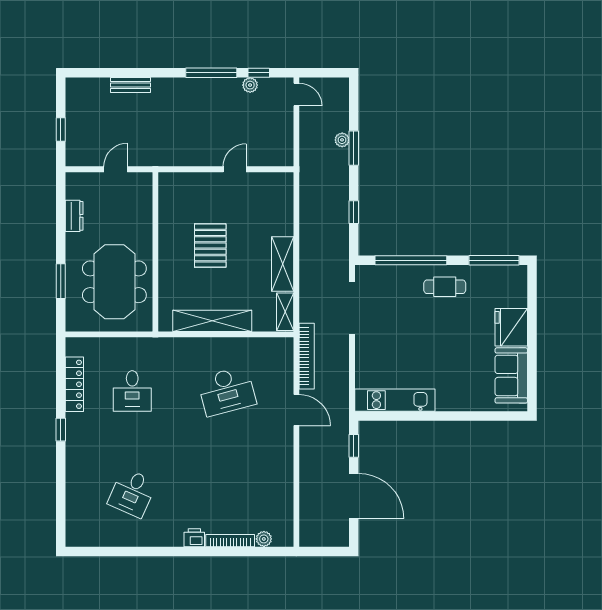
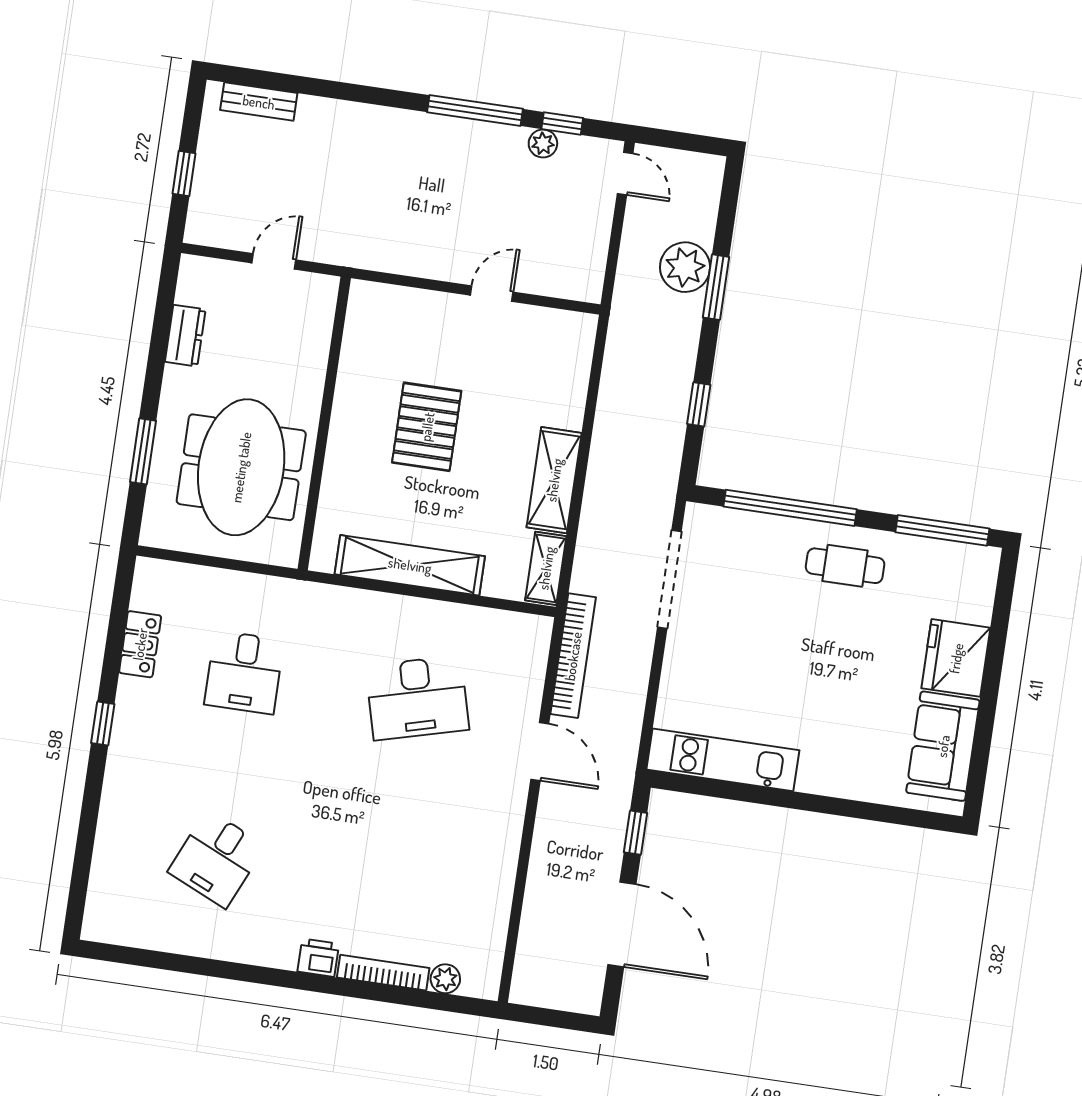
bench: (130, 85) -> (259, 102), moved
plant: (342, 140) -> (685, 267), width x1.87, depth x1.87
locker: (74, 384) -> (140, 644), width x0.66

